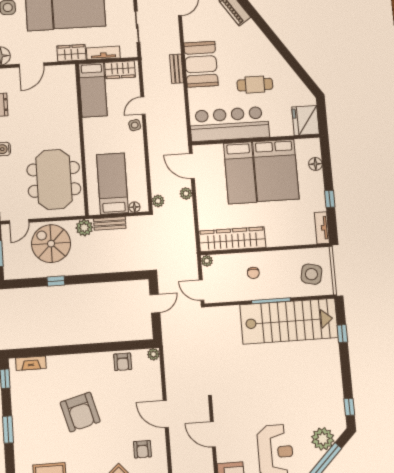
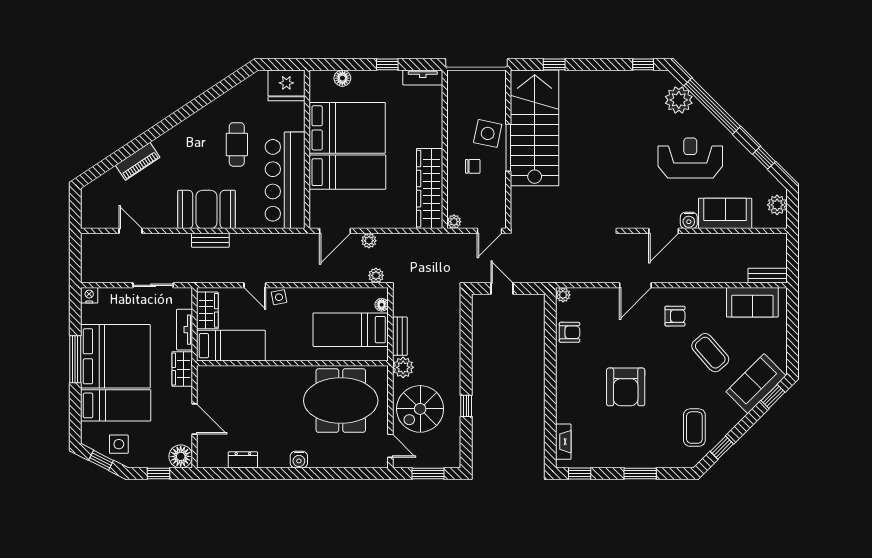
side table: (311, 274) -> (488, 133), moved
armchair: (80, 412) -> (626, 387), turned 105
water cooler: (223, 455) -> (689, 220), added

